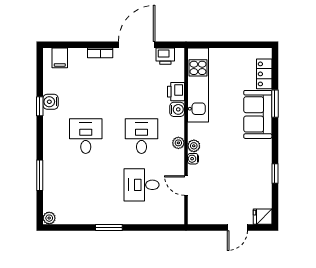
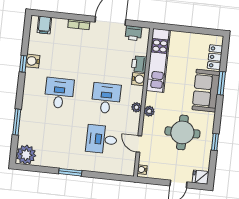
water cooler: (193, 159) -> (142, 170), moved
round table: (236, 167) -> (182, 132), added
plant: (49, 218) -> (26, 155), width x1.88, depth x1.88

